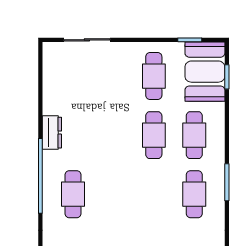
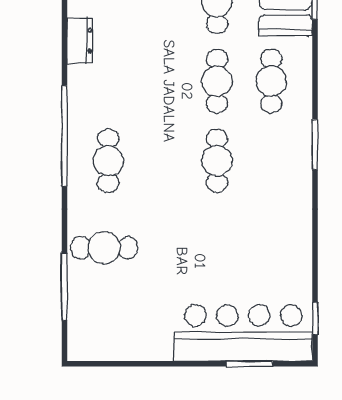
dresser: (52, 133) -> (80, 41), moved
cafe table: (194, 194) -> (217, 161), moved

